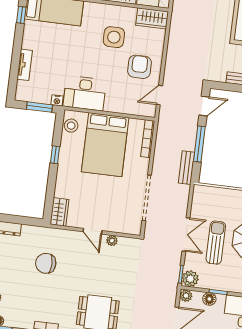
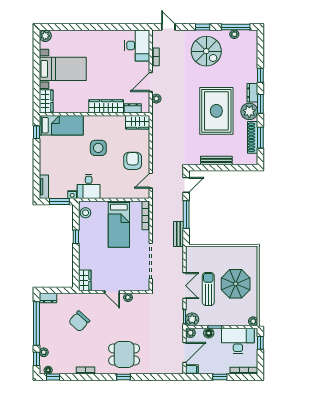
side table: (114, 37) -> (98, 148), moved
tv unit: (25, 65) -> (44, 187), moved
desk: (85, 93) -> (89, 186), width x0.73
bed: (105, 145) -> (119, 224), width x0.67
chair: (46, 263) -> (79, 321), turned -48

